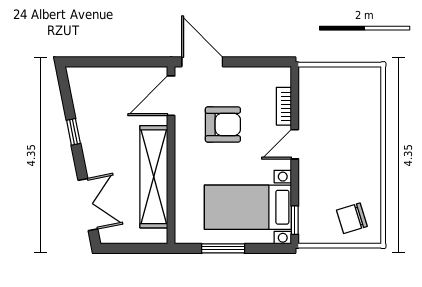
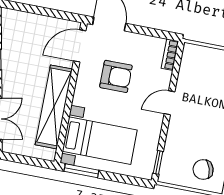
bookcase: (284, 106) -> (170, 55), moved
bed with nightstands: (248, 207) -> (100, 141), moved, turned 180
window: (223, 248) -> (81, 171), moved

